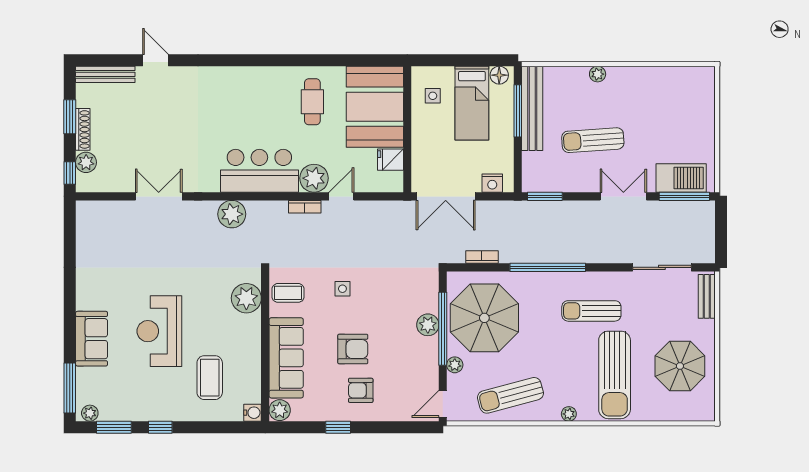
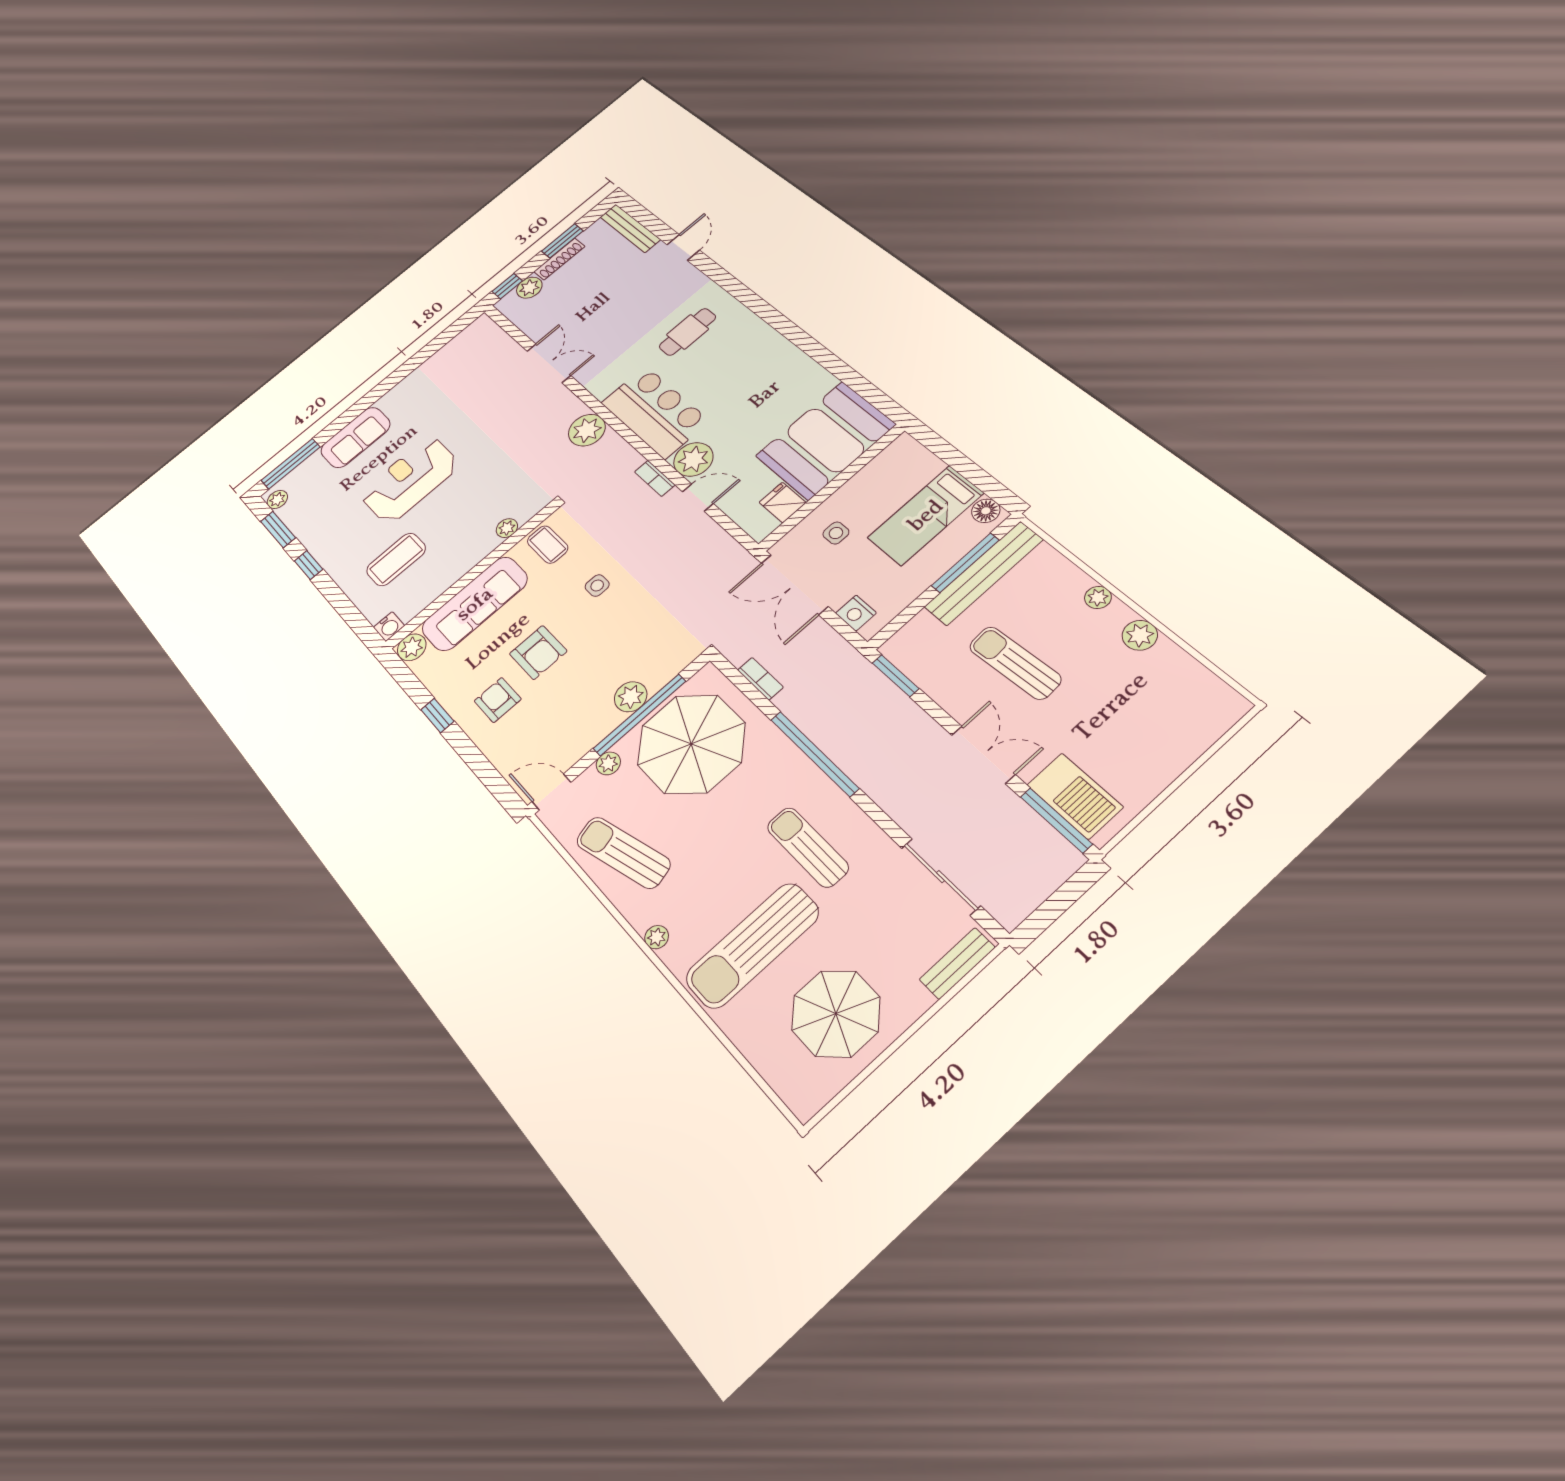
plant: (635, 76) -> (1140, 635), added
side table: (433, 96) -> (836, 533), moved
cafe table: (312, 102) -> (688, 332), moved
plant: (246, 298) -> (507, 528), width x0.53, depth x0.53

